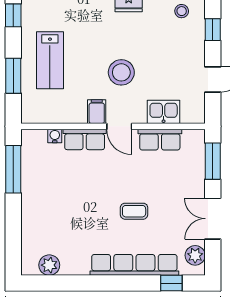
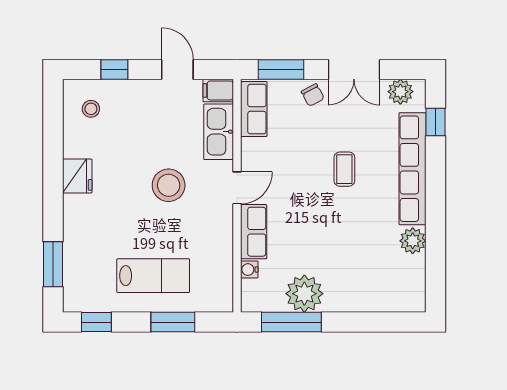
filing cabinet: (97, 112) -> (218, 90), moved
kitchen sink: (164, 112) -> (219, 132), width x1.38
row of seats: (160, 140) -> (254, 109), moved
plant: (36, 180) -> (304, 294), added
chair: (193, 186) -> (313, 95), added
plant: (49, 265) -> (413, 241), moved

